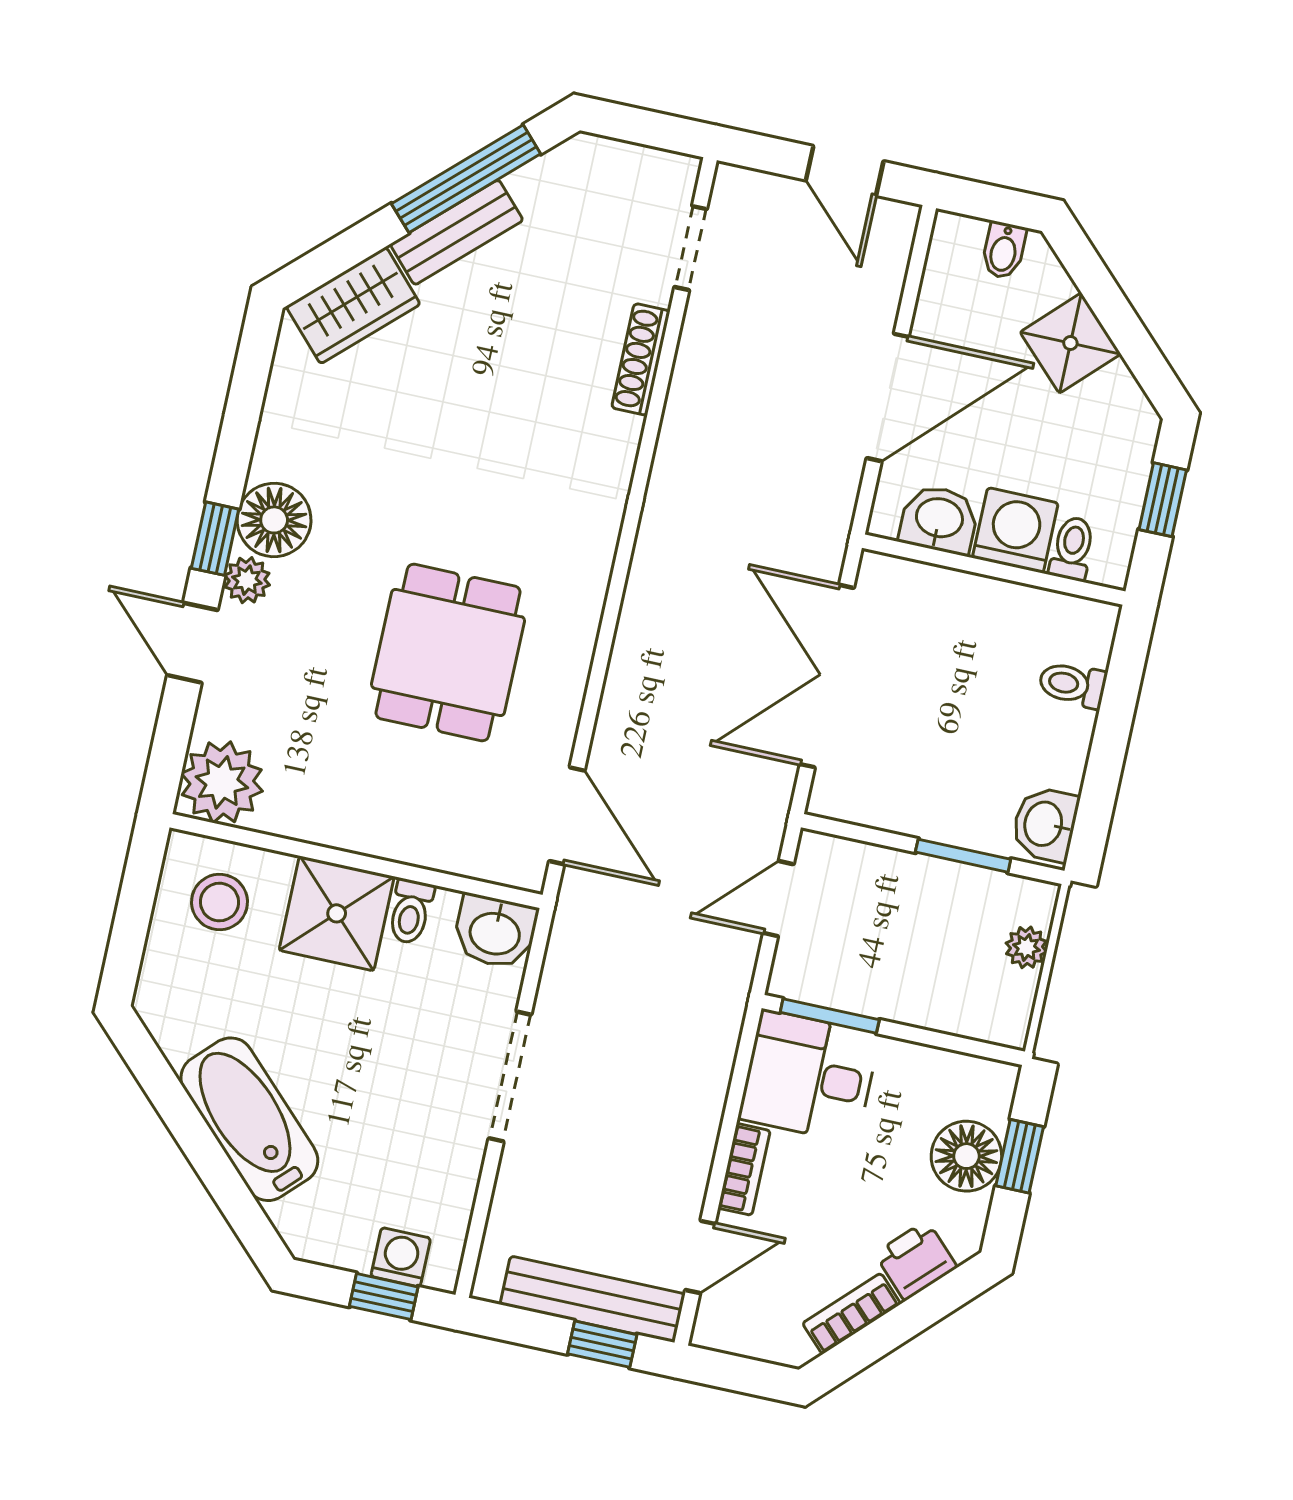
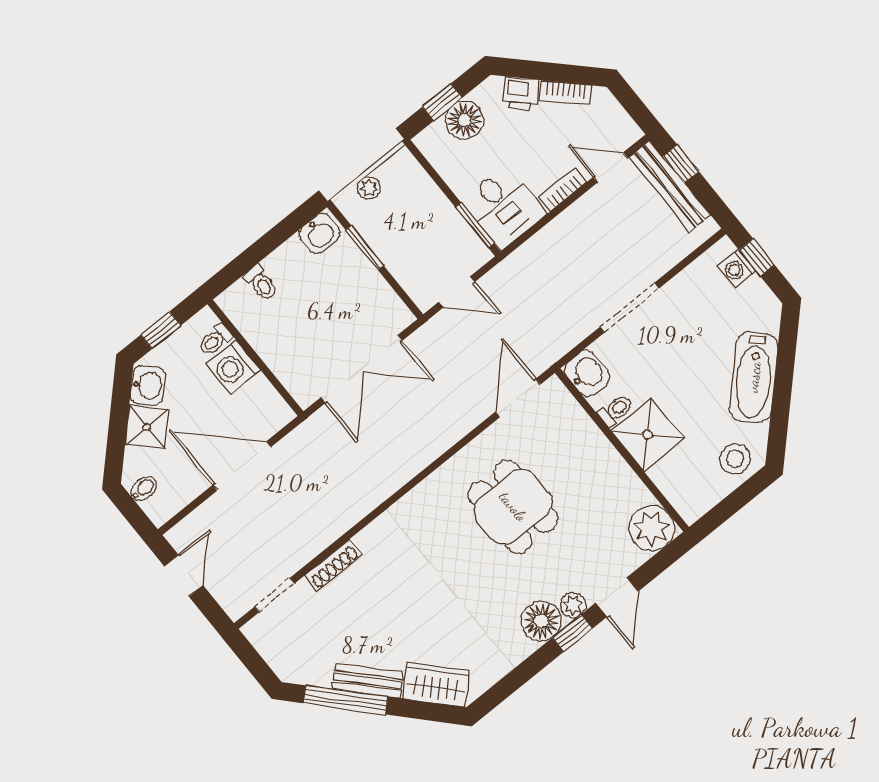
washbasin: (939, 519) -> (148, 385), moved, turned -135
dining table: (448, 653) -> (513, 507), turned 90
stool: (220, 902) -> (735, 459), moved

